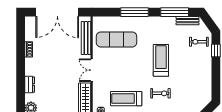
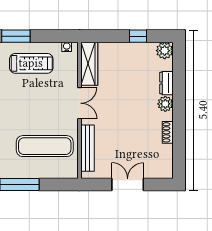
double door: (57, 12) -> (128, 185), width x0.54
plant: (30, 70) -> (165, 104), added

